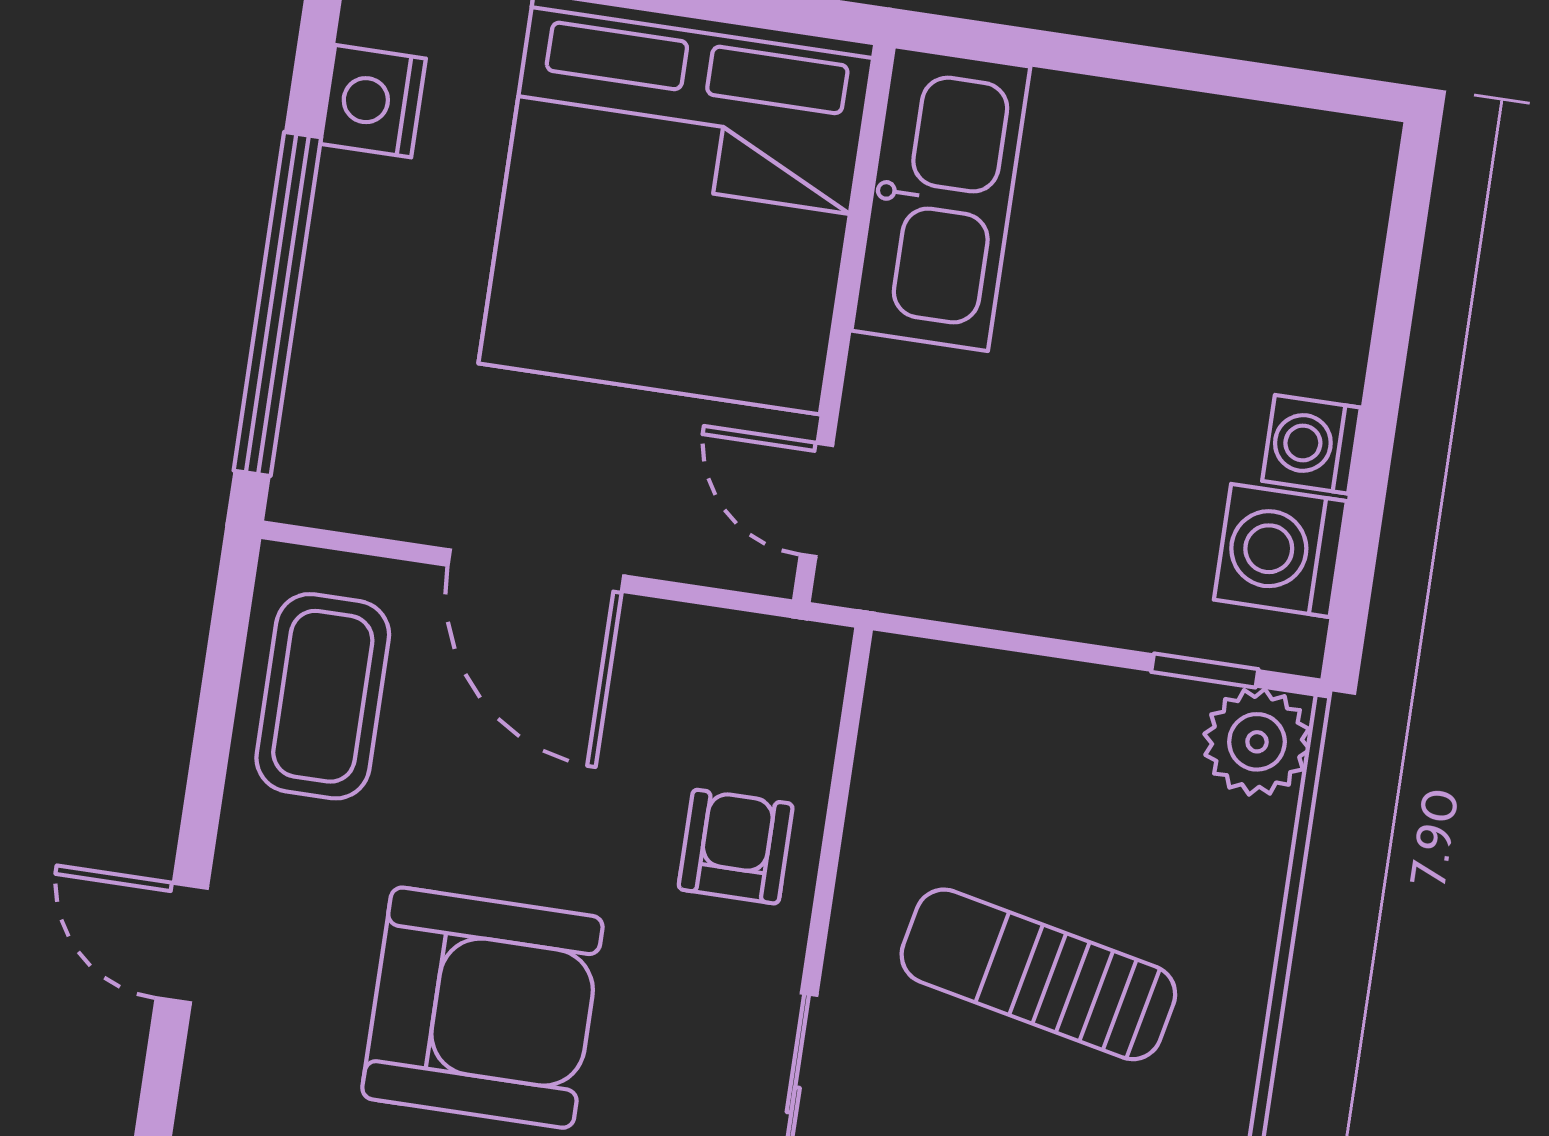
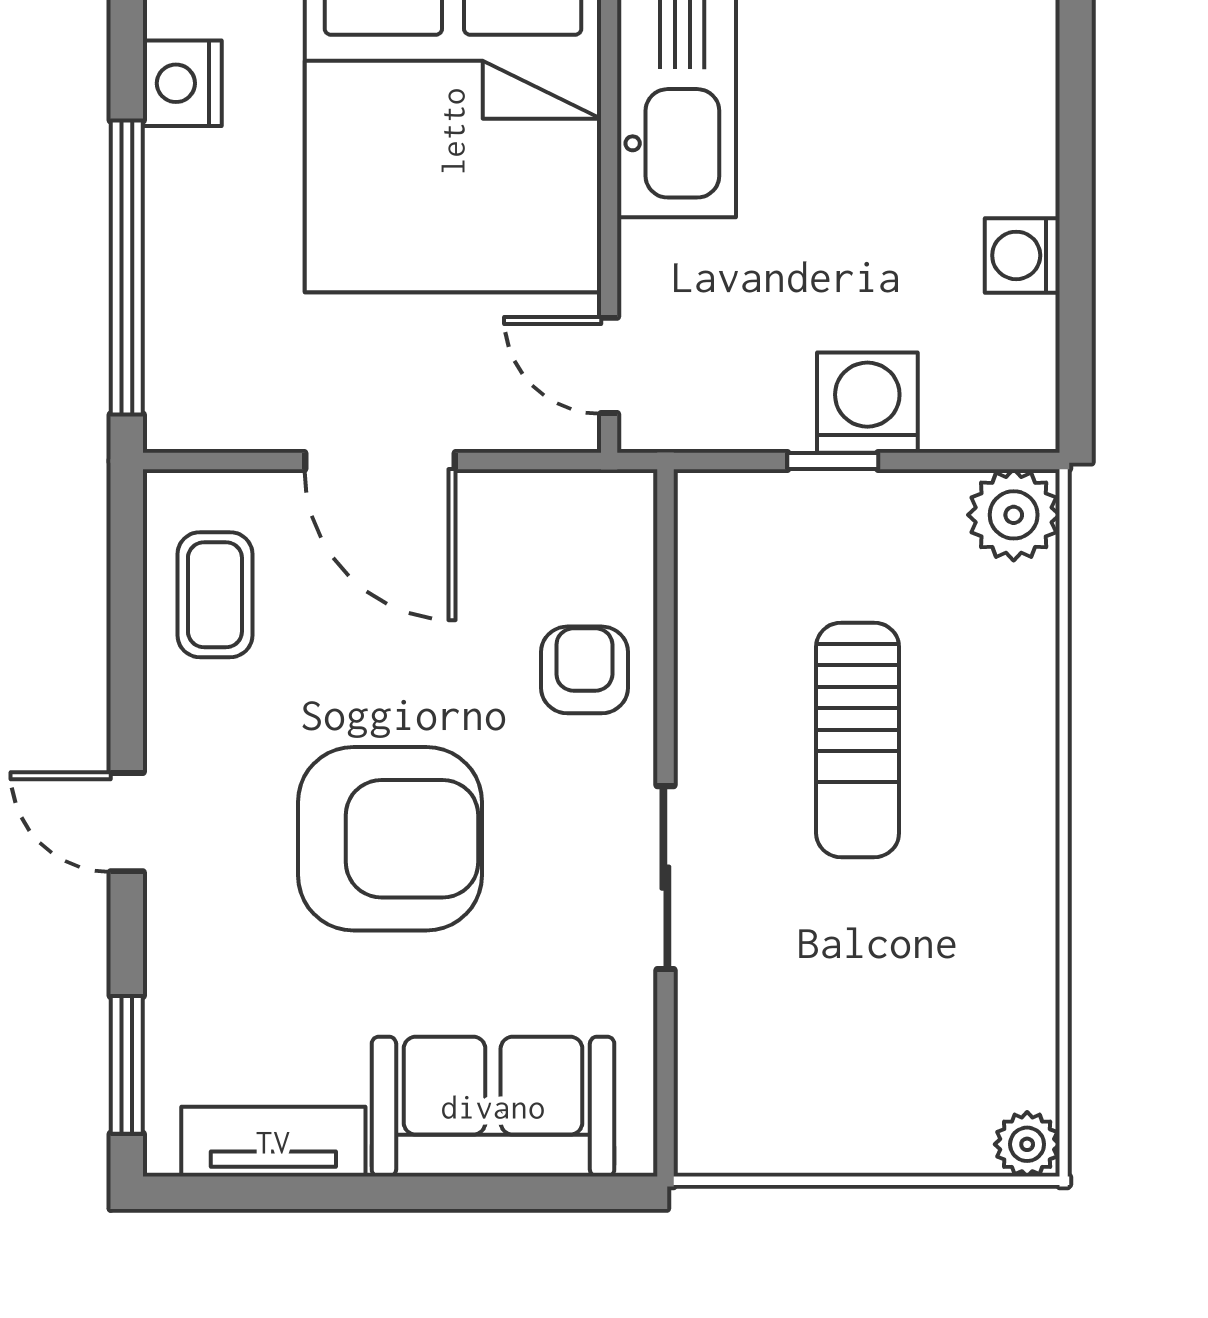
washing machine: (1280, 550) -> (867, 403), moved, turned 90
window: (1205, 671) -> (833, 461), moved
coffee table: (323, 696) -> (215, 595), width x0.73, depth x0.77
sun lounger: (1038, 974) -> (858, 740), turned -102

